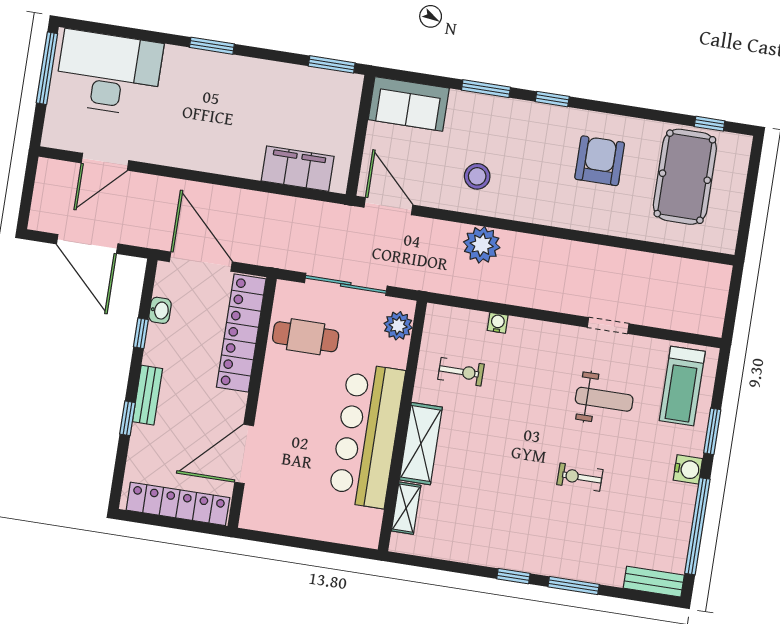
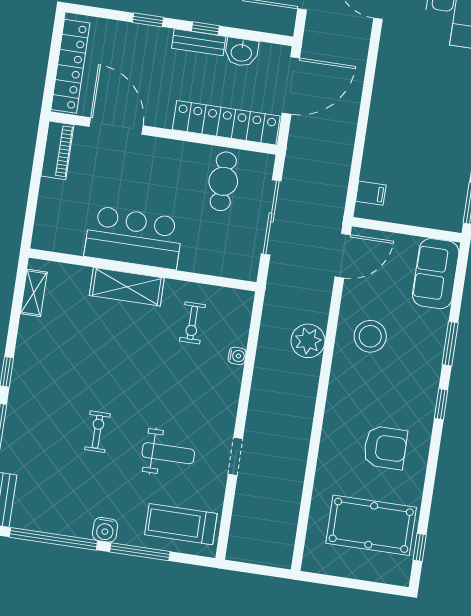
filing cabinet: (298, 169) -> (371, 193), width x0.33, depth x0.86
stool: (477, 176) -> (370, 336), width x1.38, depth x1.38
washbasin: (160, 310) -> (241, 52), width x1.38, depth x1.45
plant: (398, 326) -> (234, 265), removed
window: (141, 333) -> (205, 28), moved
bench: (147, 395) -> (199, 42), moved
weight bench: (604, 399) -> (168, 453), turned -90
window: (712, 431) -> (140, 552), width x1.44
bar counter: (367, 435) -> (134, 238), width x0.73
shelving: (406, 508) -> (34, 293), moved, turned 90
piano: (270, 519) -> (57, 150), added

